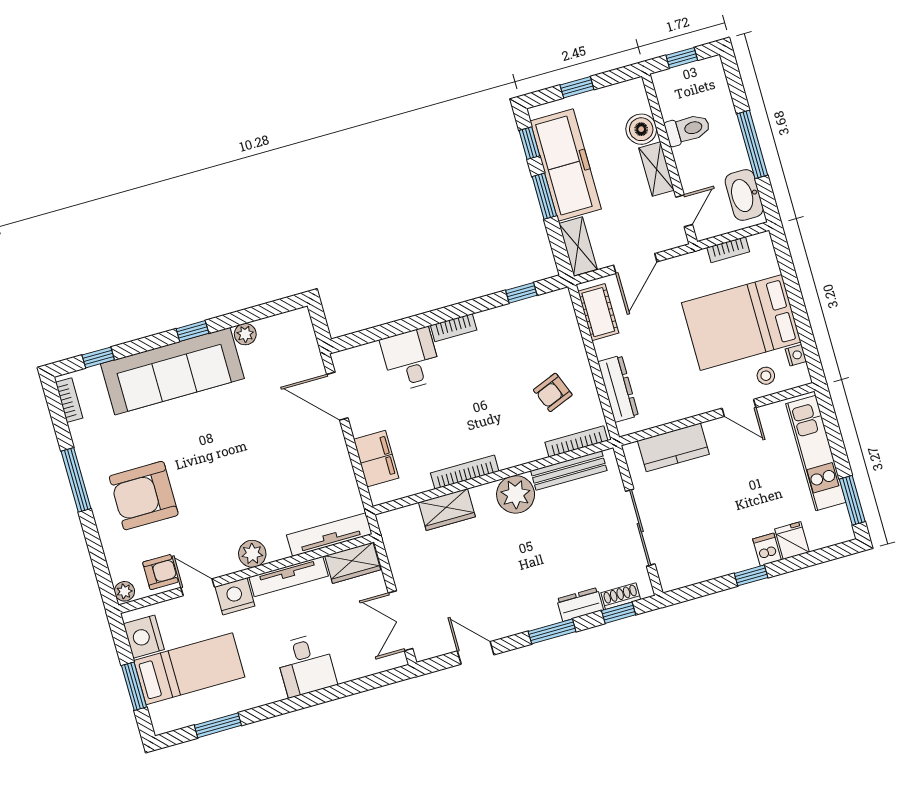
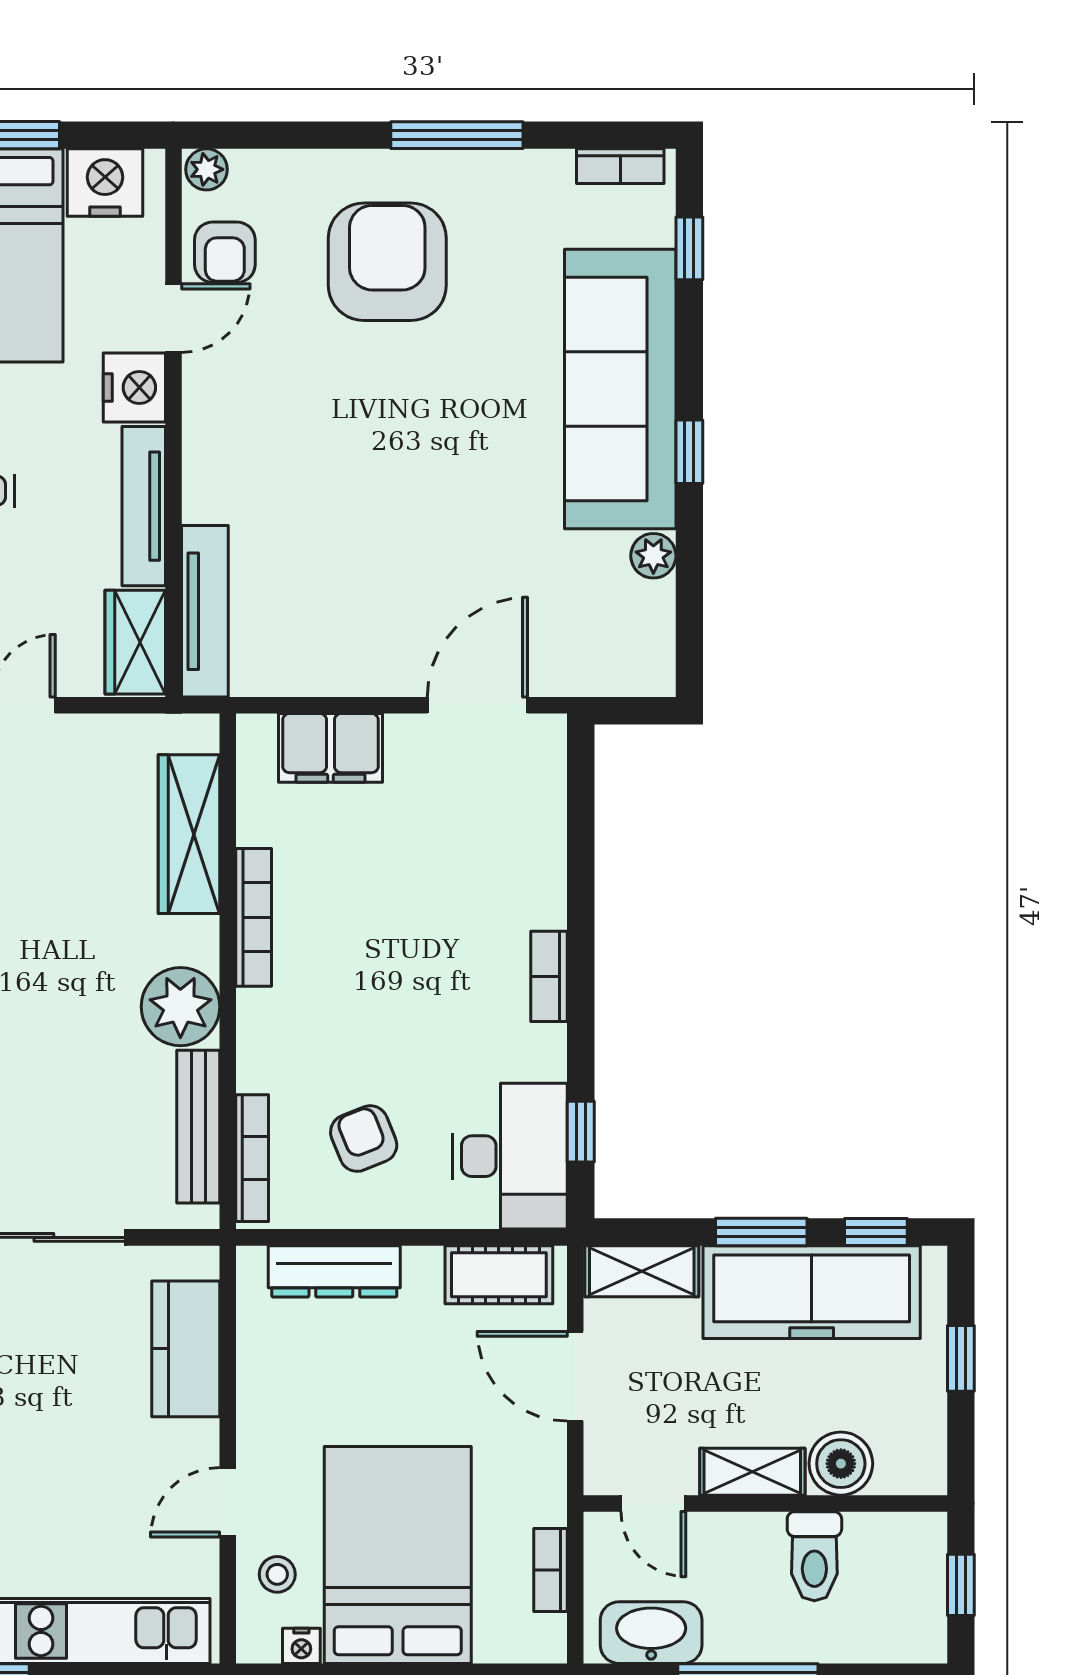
desk: (411, 359) -> (510, 1156), moved, width x1.37
wardrobe: (447, 509) -> (189, 834), width x1.50
plant: (252, 554) -> (210, 446), removed

